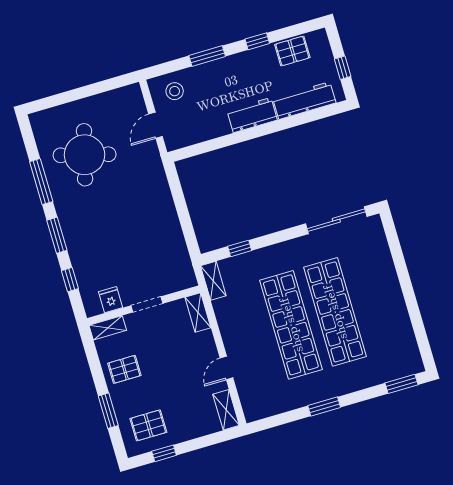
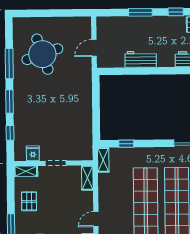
stool: (175, 91) -> (113, 29), removed
workbench: (252, 115) -> (141, 59), moved
round table: (85, 155) -> (42, 54), turned -34
pallet: (124, 369) -> (29, 201), turned 90

